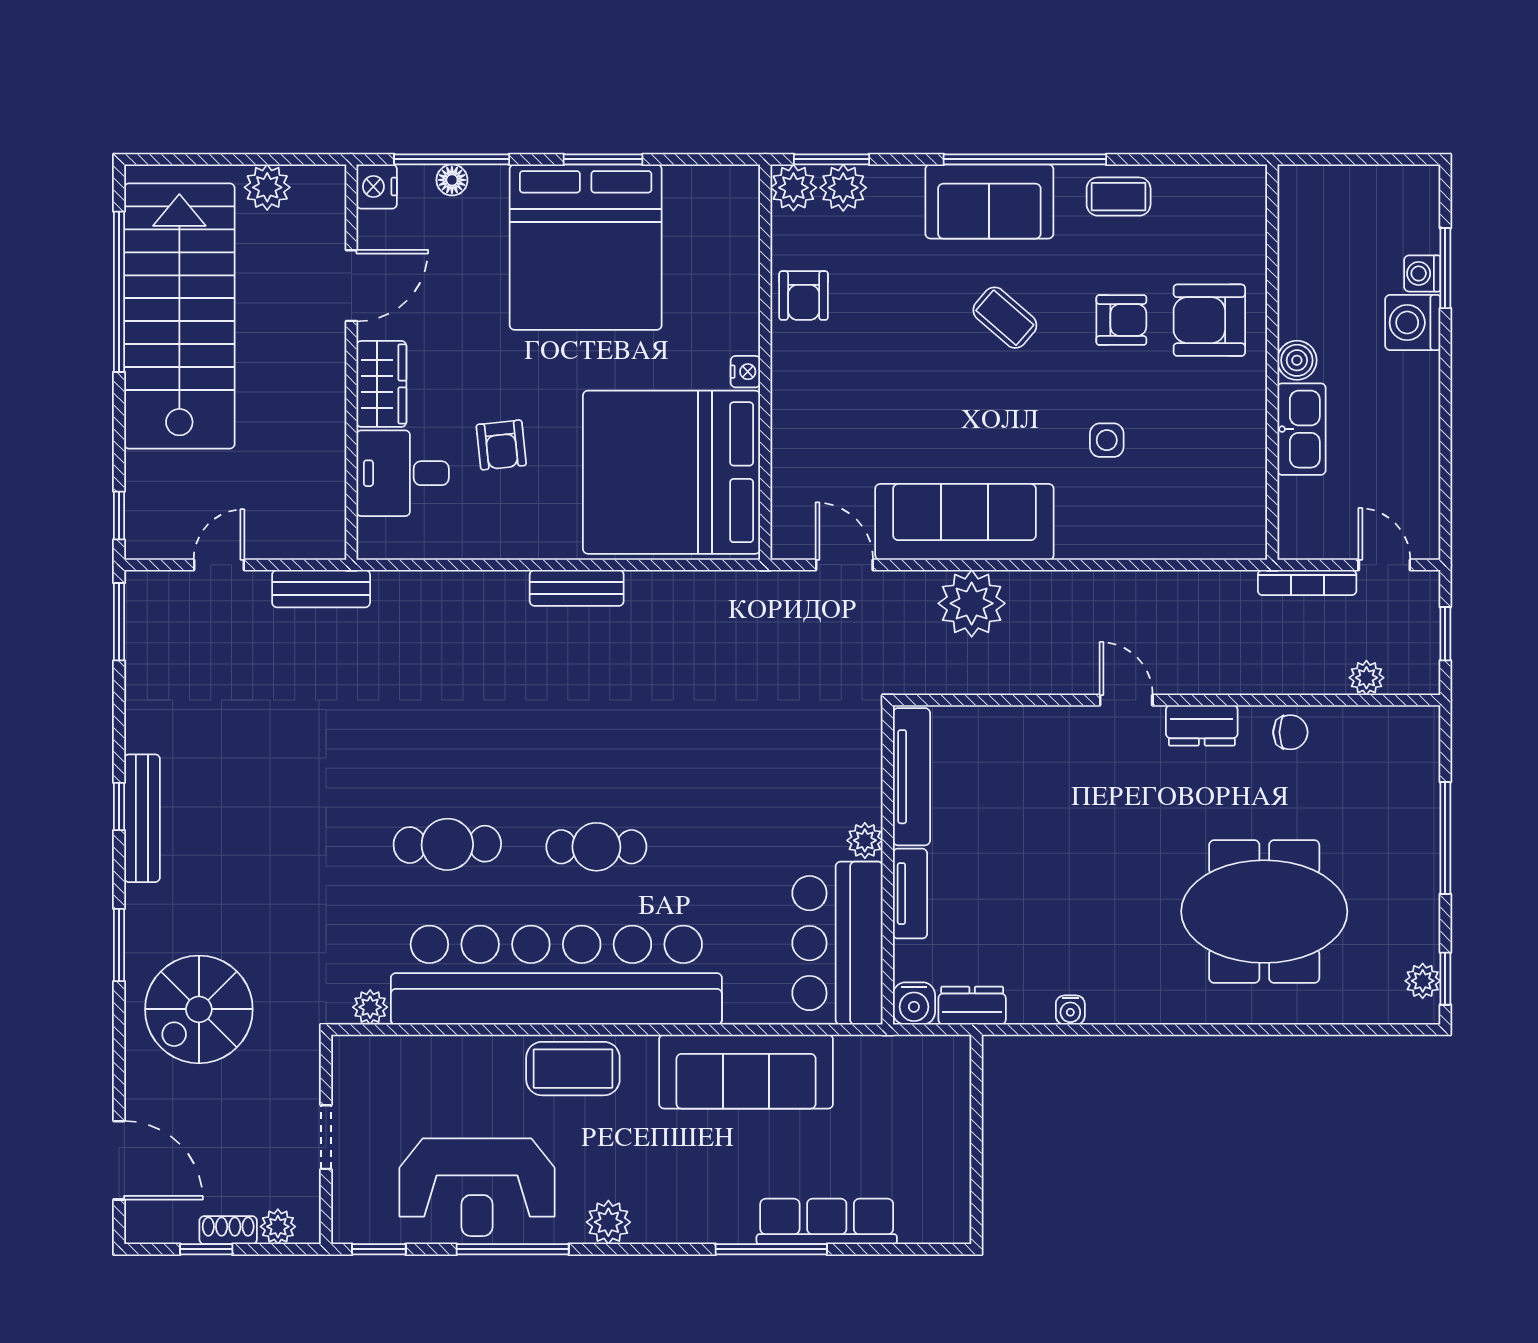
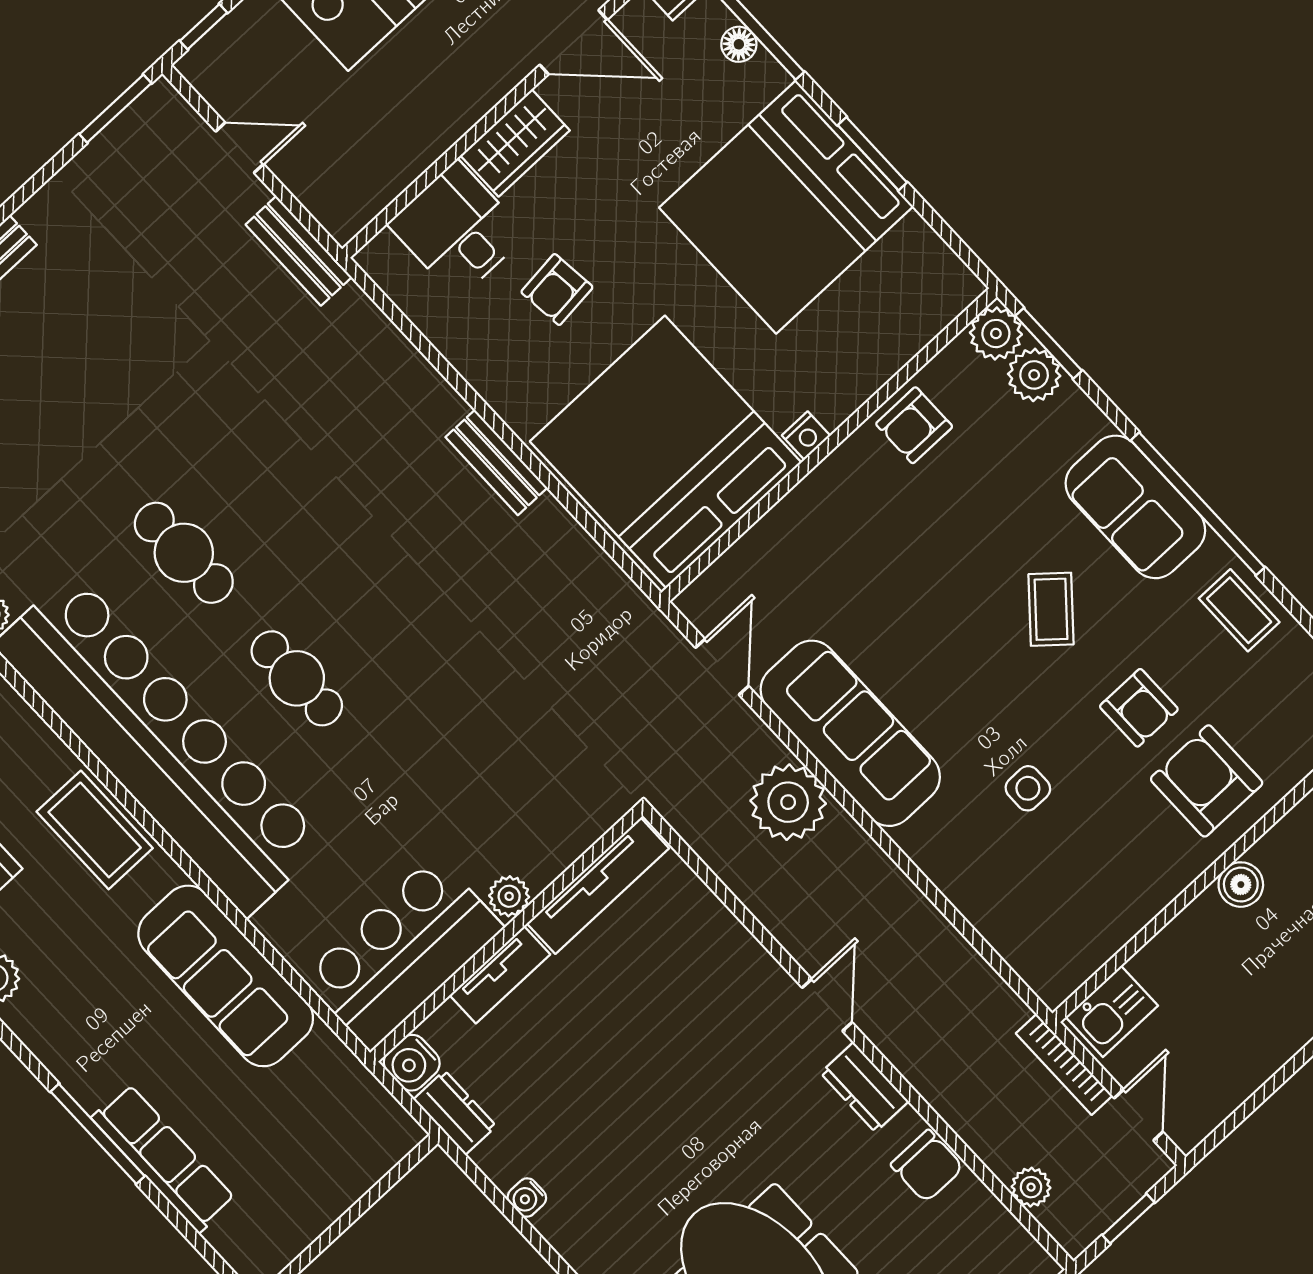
kitchen sink: (1301, 429) -> (1112, 1011), moved, width x0.73
chair: (1290, 732) -> (927, 1166), width x1.37, depth x1.37

